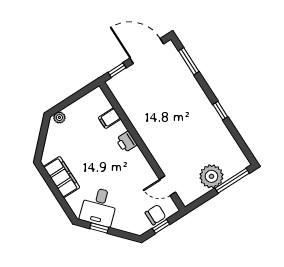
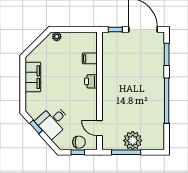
window: (220, 111) -> (167, 101), width x3.17
window: (232, 181) -> (126, 152), moved
desk: (99, 207) -> (53, 121), moved

